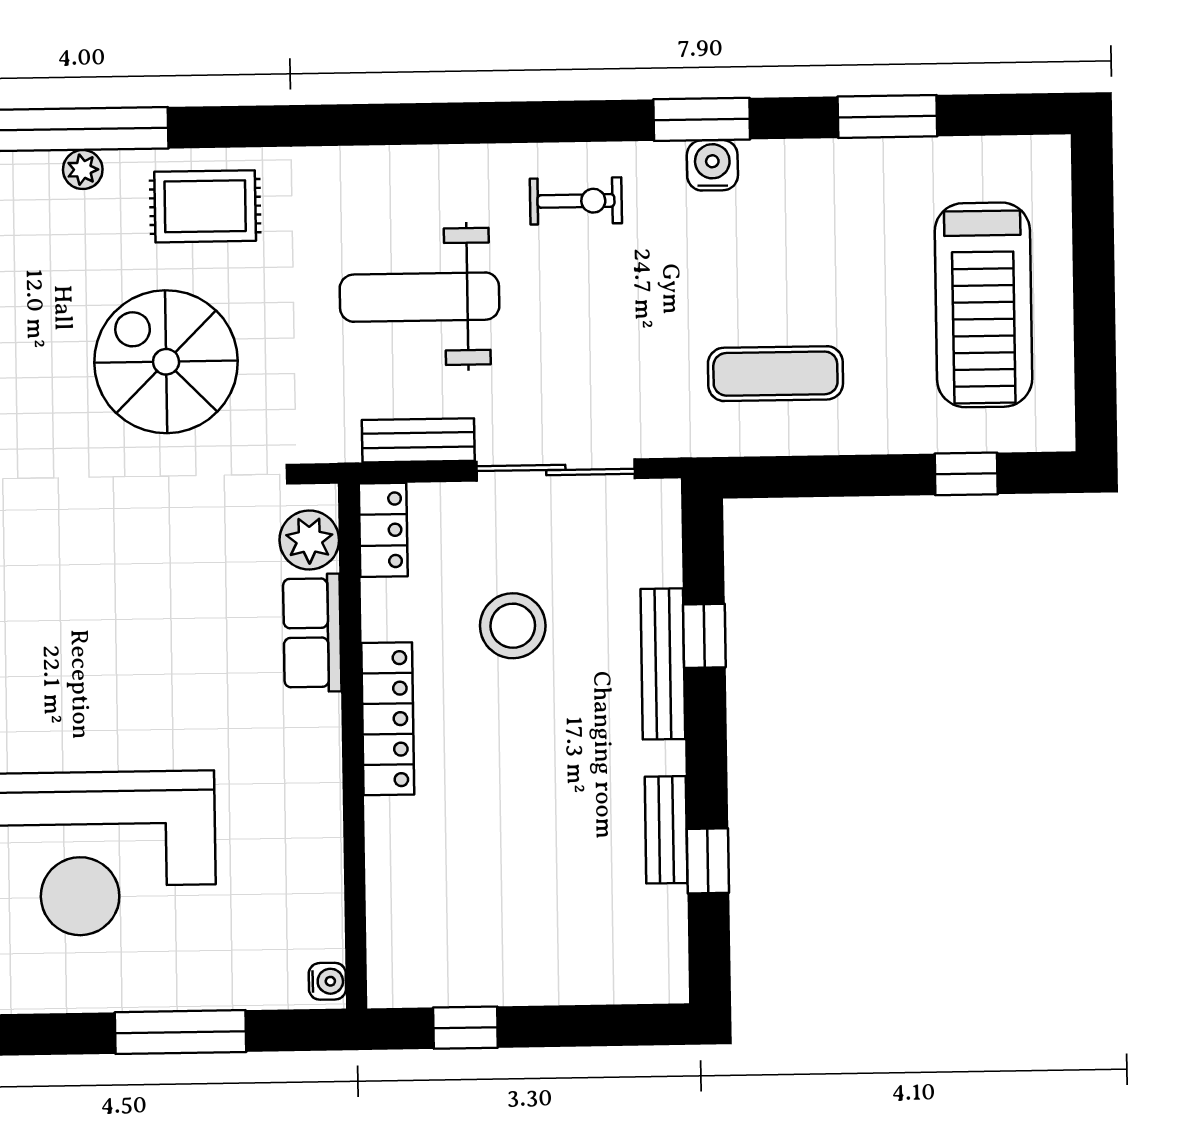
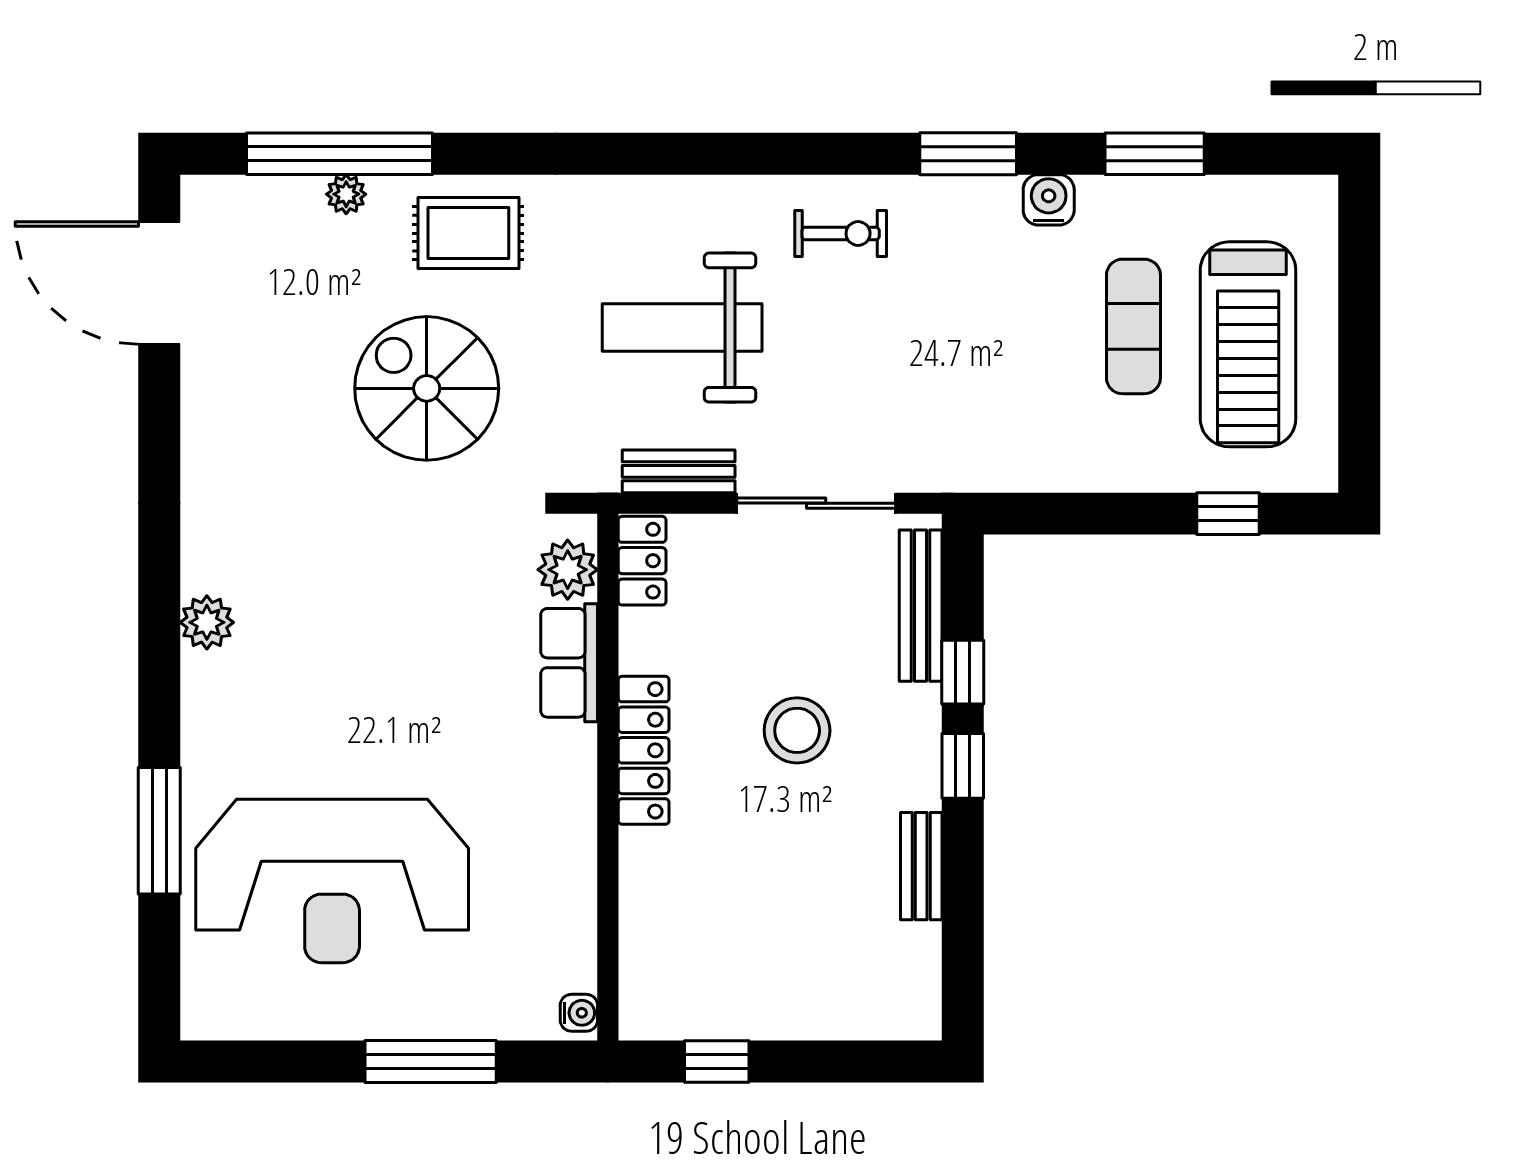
water cooler: (712, 165) -> (1049, 200), moved
exercise mat: (775, 374) -> (1133, 326), moved, turned 90
stool: (513, 626) -> (797, 730), moved
bench: (663, 664) -> (921, 606), moved
window: (708, 861) -> (963, 766), moved

